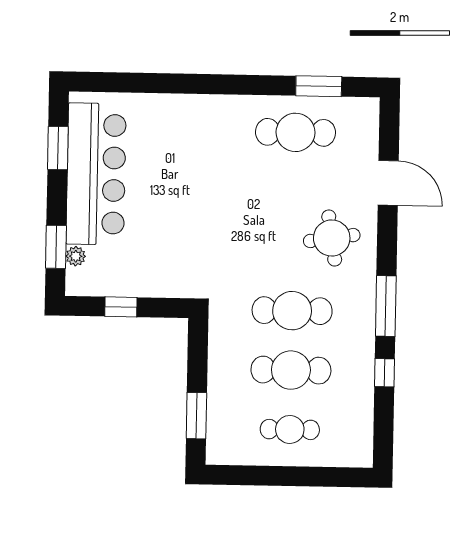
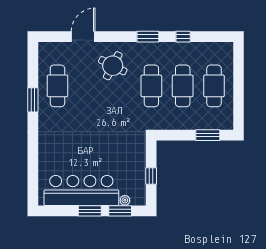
window: (319, 86) -> (33, 100), moved
window: (58, 148) -> (90, 211), moved
round table: (332, 238) -> (113, 66), turned 36
window: (386, 306) -> (148, 37), width x0.69
cafe table: (290, 429) -> (214, 86), width x1.37, depth x1.35

